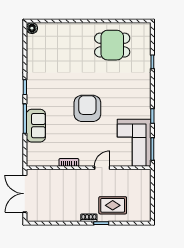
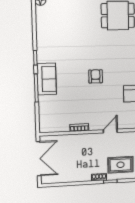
armchair: (87, 108) -> (96, 76), width x0.53, depth x0.53
sofa: (36, 126) -> (47, 79), moved
double door: (25, 194) -> (39, 159), swing flipped

